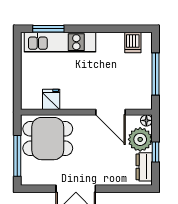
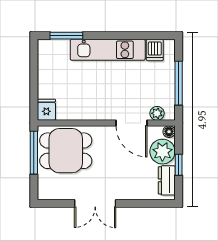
kitchen unit: (60, 42) -> (108, 50), moved
fridge: (51, 99) -> (46, 110), moved
plant: (135, 103) -> (157, 113), added
window: (17, 156) -> (34, 153), moved

